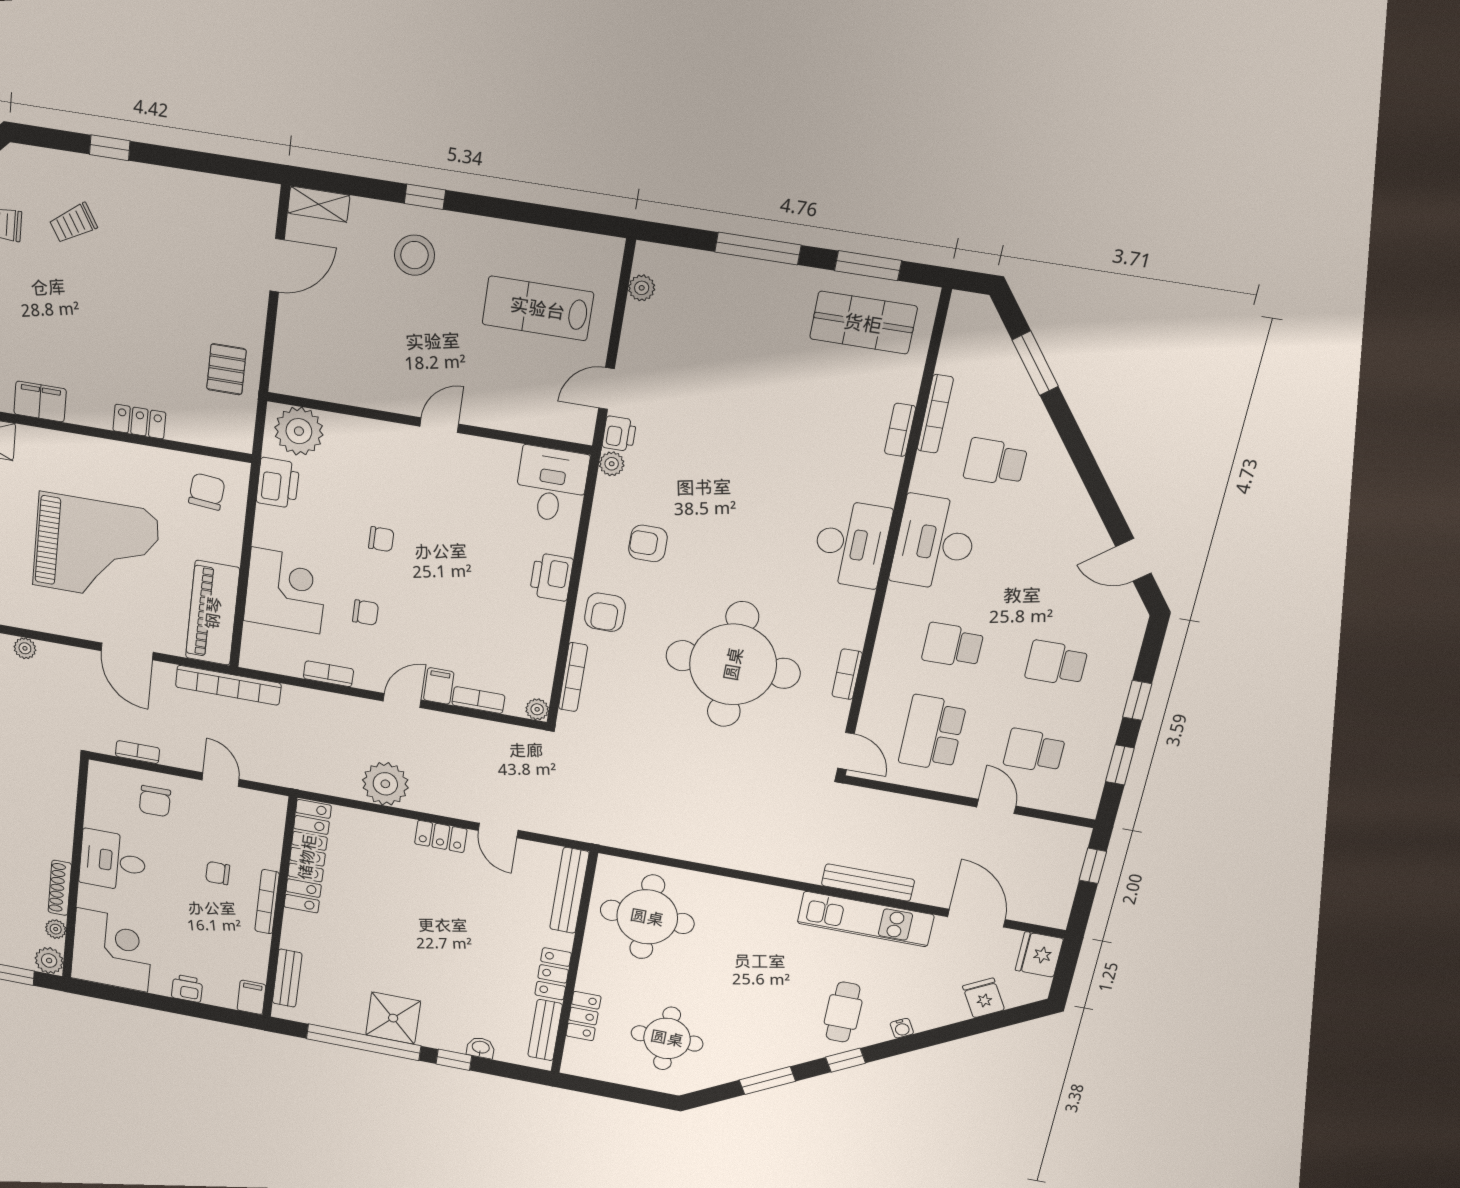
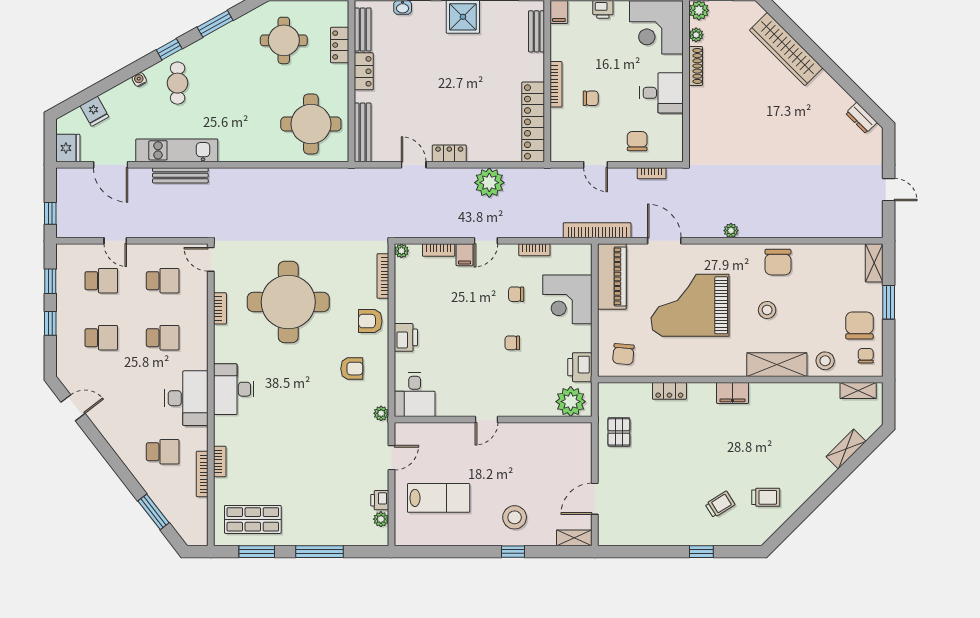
printer: (619, 434) -> (380, 500), moved
armchair: (605, 612) -> (370, 321), turned -90
school desk: (932, 733) -> (163, 281), width x0.54

